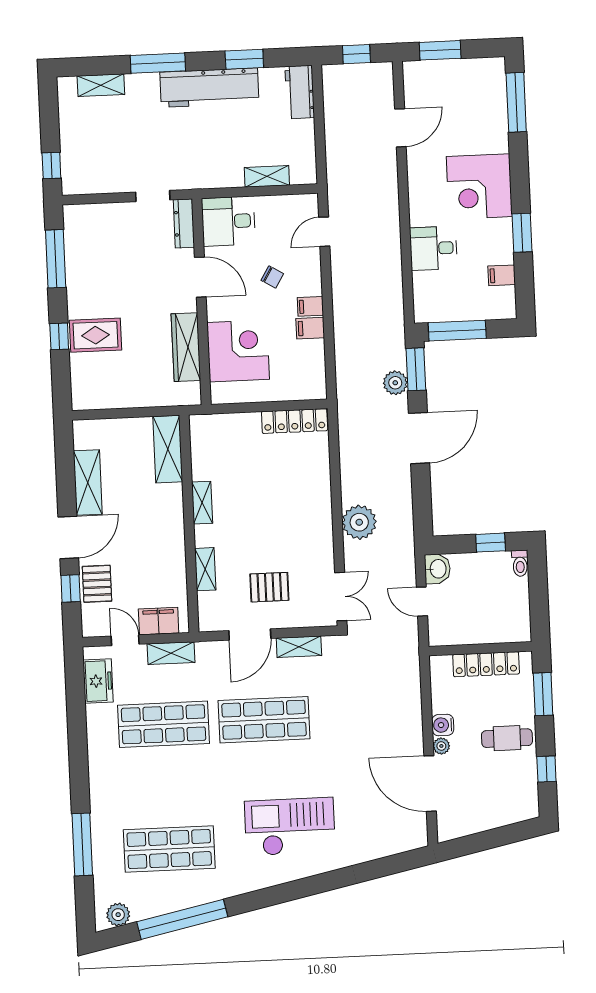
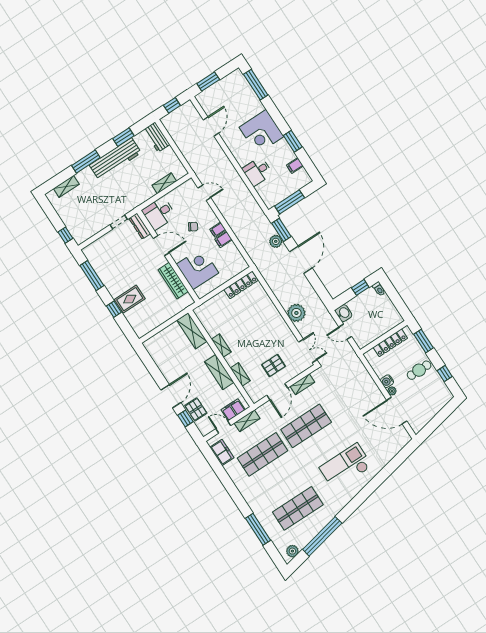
door: (324, 232) -> (204, 193), swing flipped
shelving: (88, 483) -> (219, 372), moved

